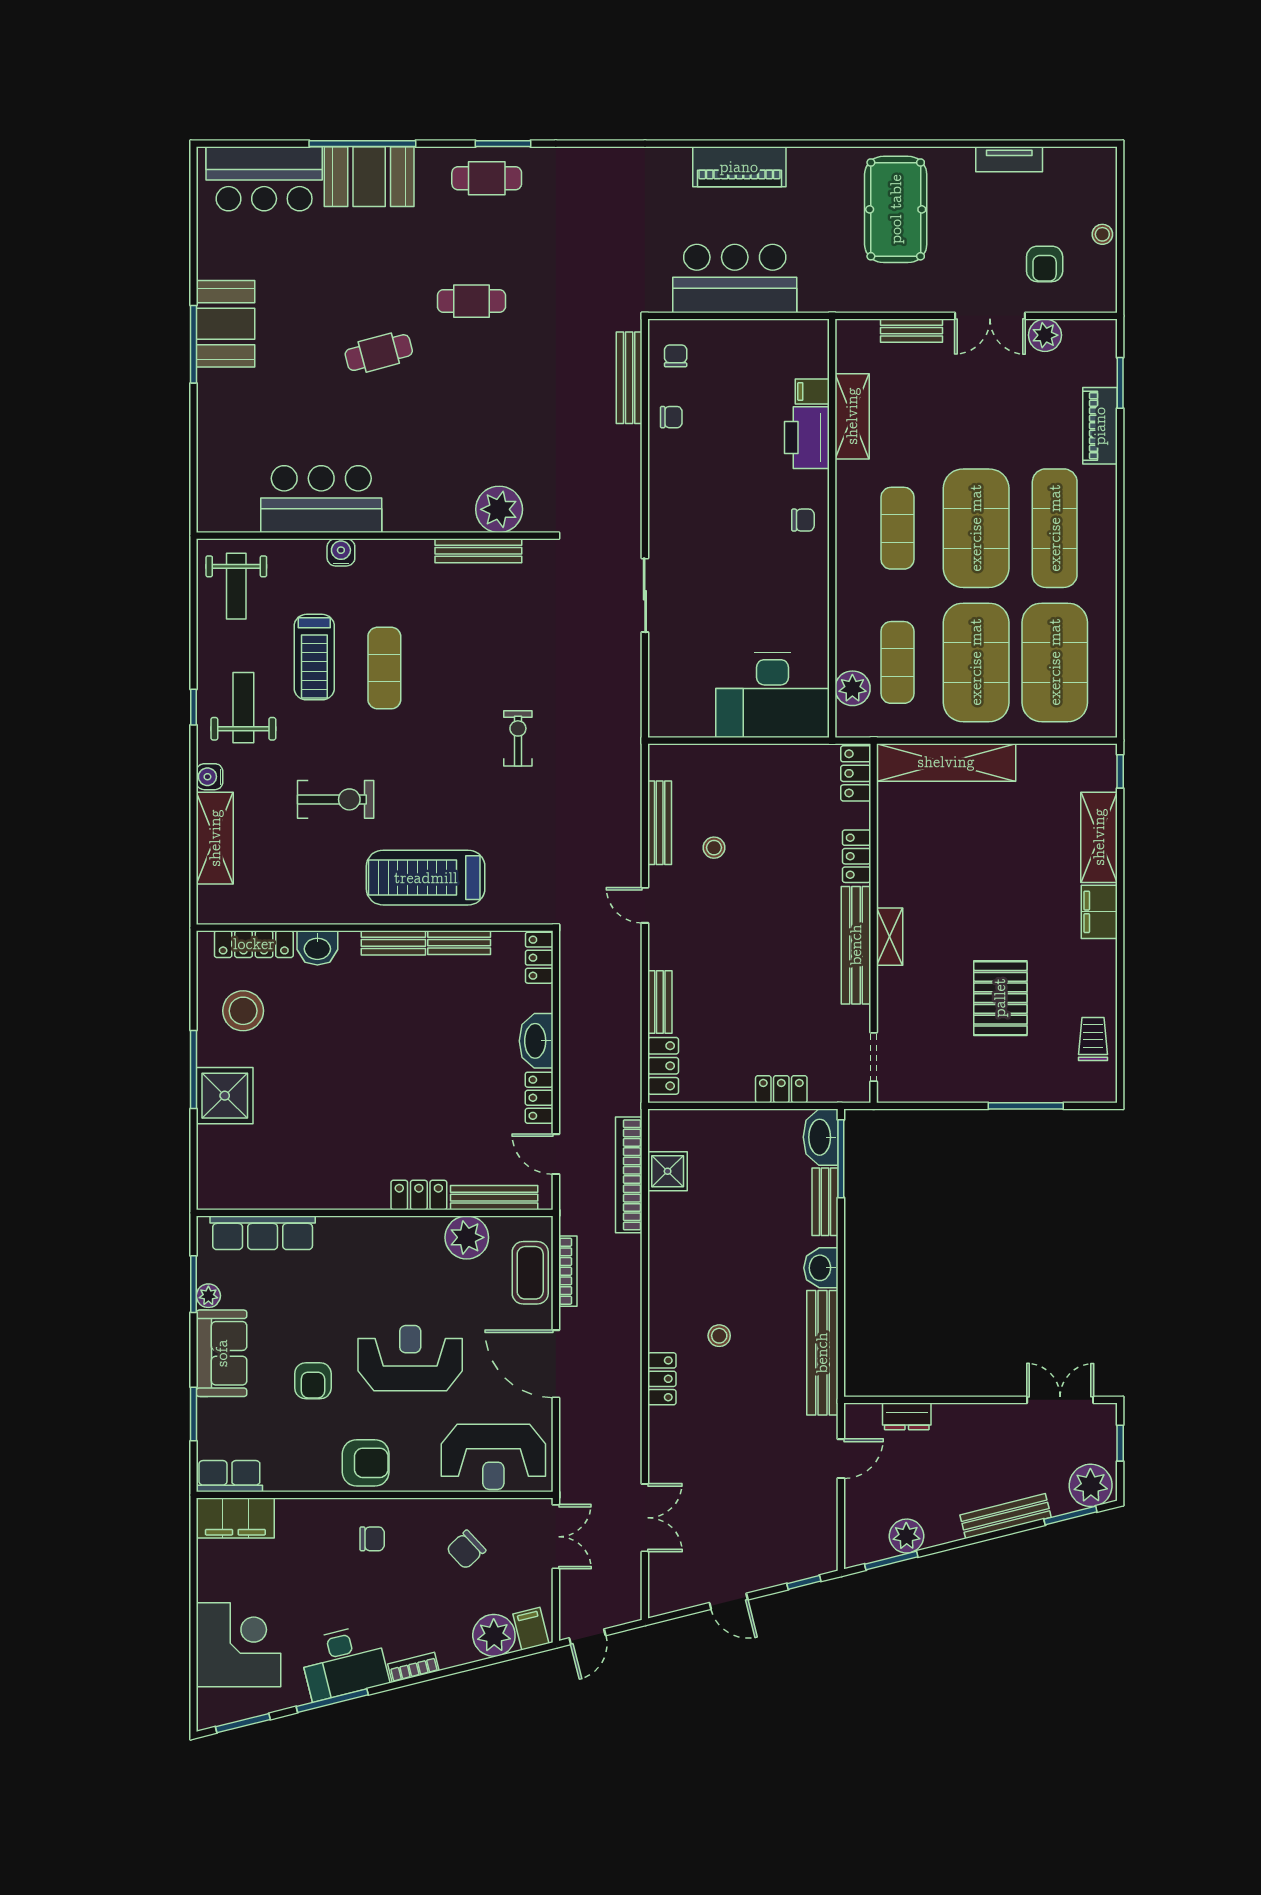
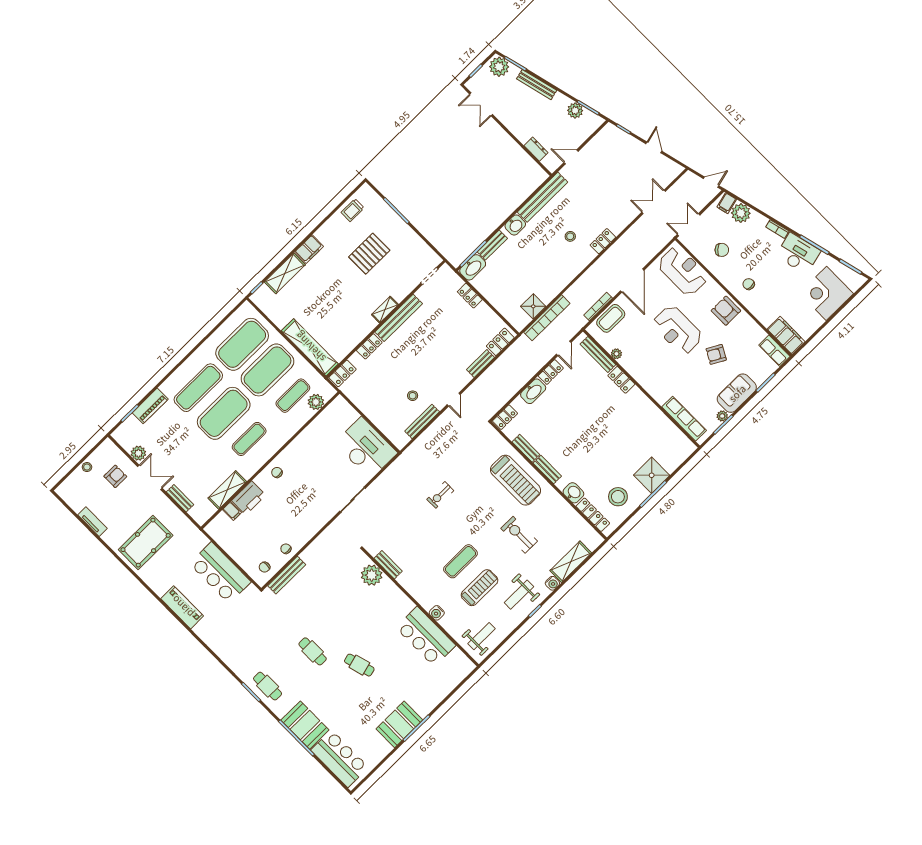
bench: (478, 551) -> (388, 565), width x0.73
desk: (773, 695) -> (366, 448), moved
plant: (467, 1237) -> (616, 354), width x0.53, depth x0.53
armchair: (313, 1381) -> (716, 354), turned -151

